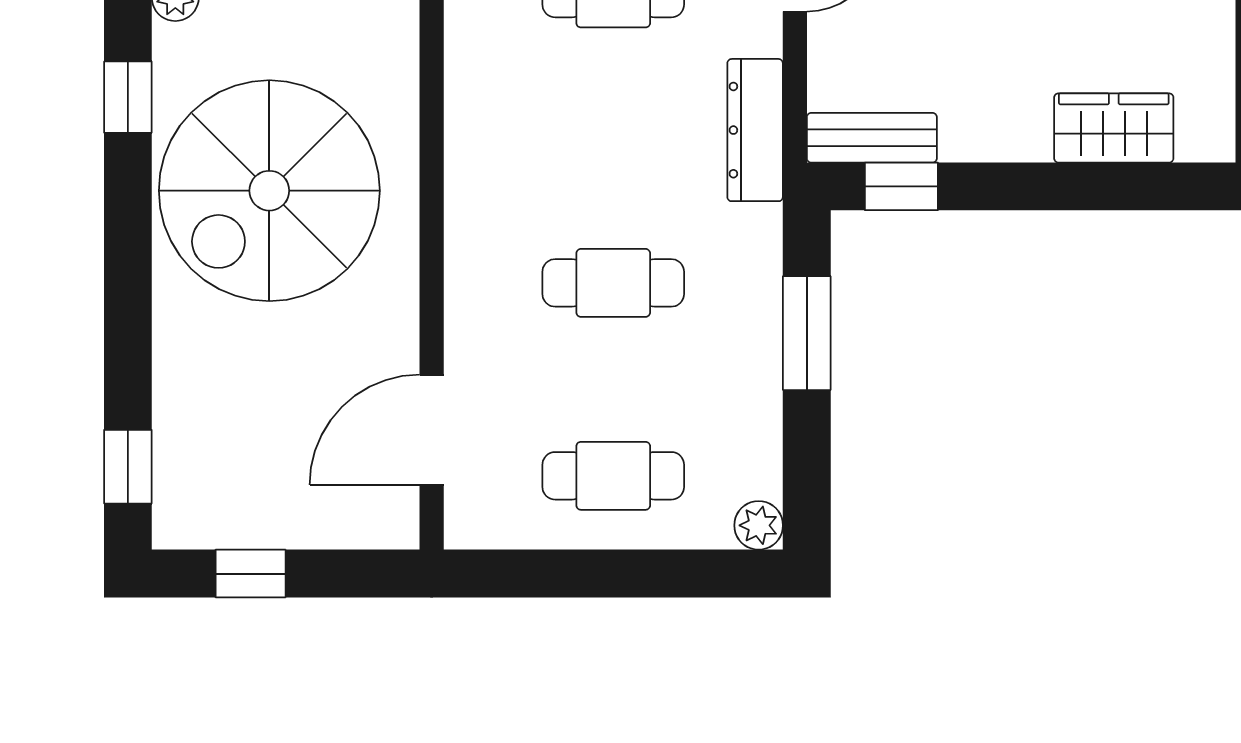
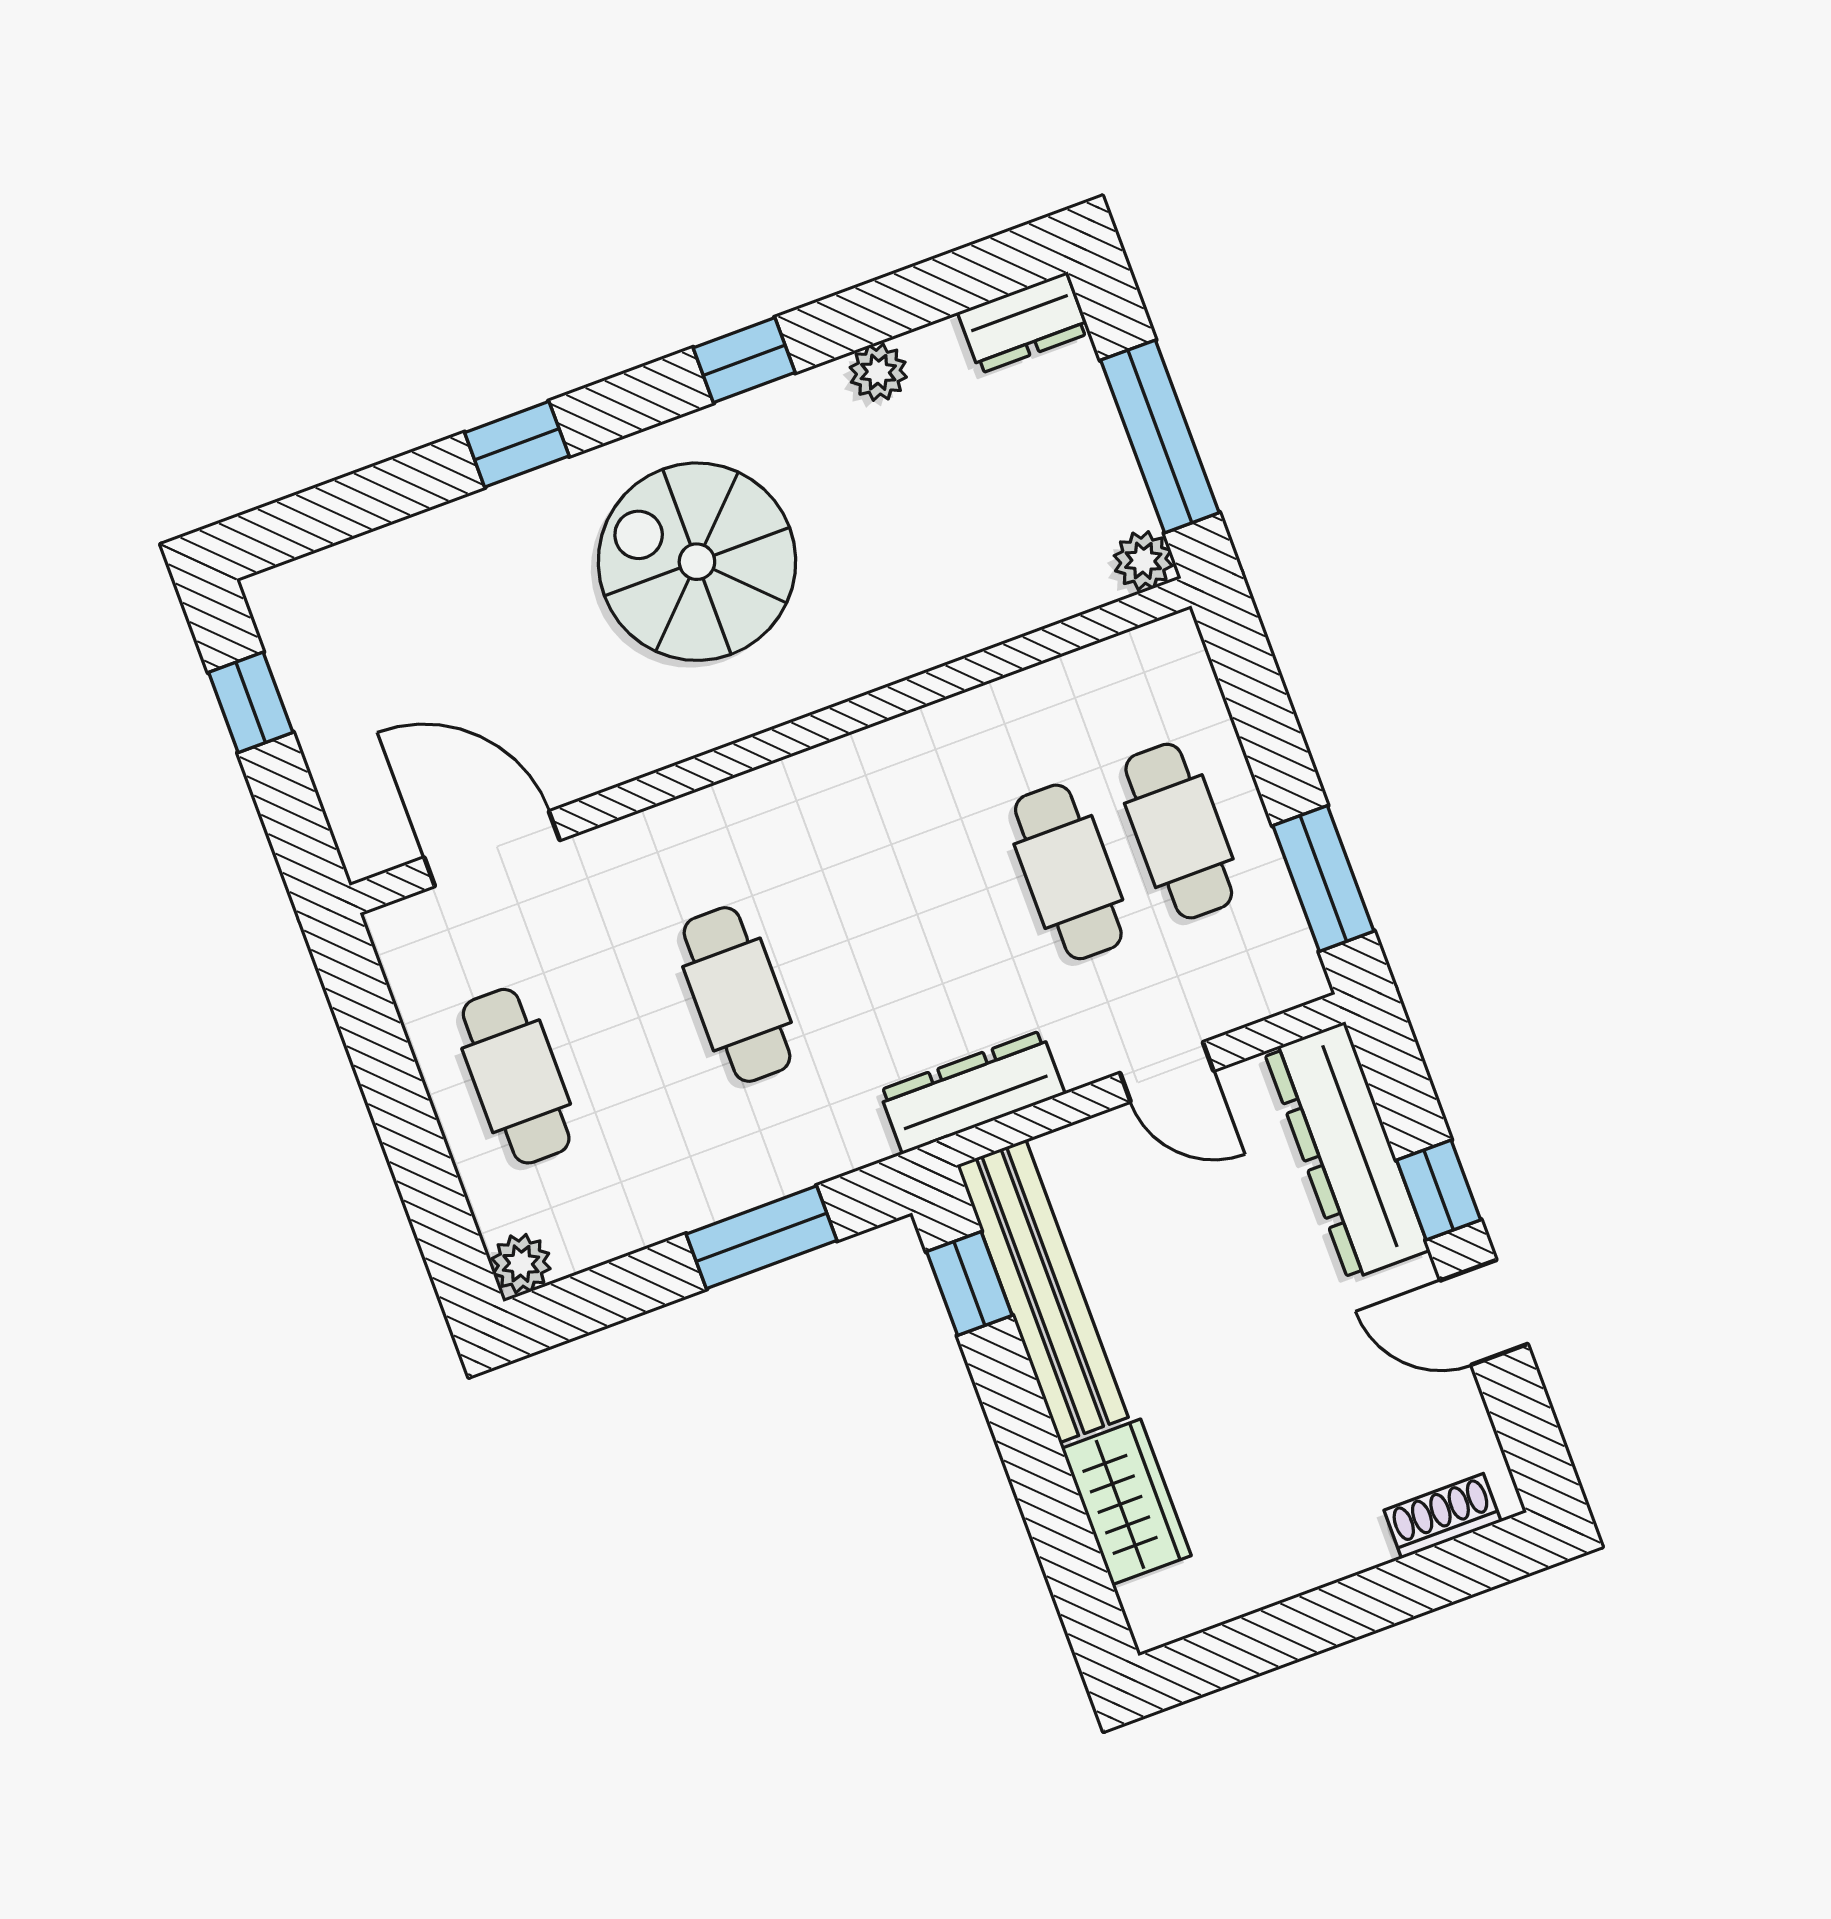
bench: (872, 138) -> (1043, 1291), width x1.86, depth x1.21
spiral stairs: (269, 191) -> (697, 562), width x0.73, depth x0.73
window: (128, 467) -> (517, 444), moved

